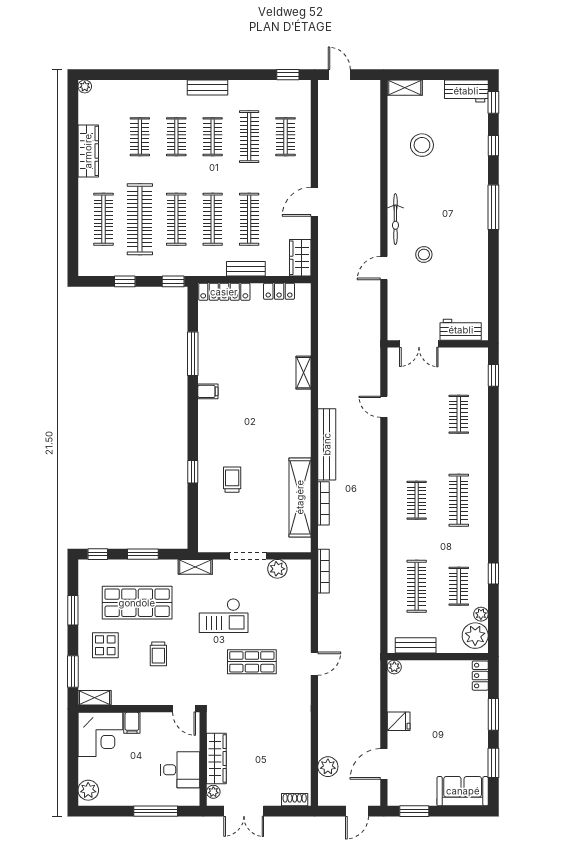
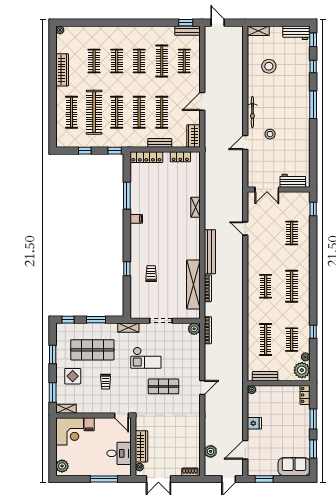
bench: (207, 87) -> (188, 31), moved
plant: (277, 569) -> (194, 329), moved

